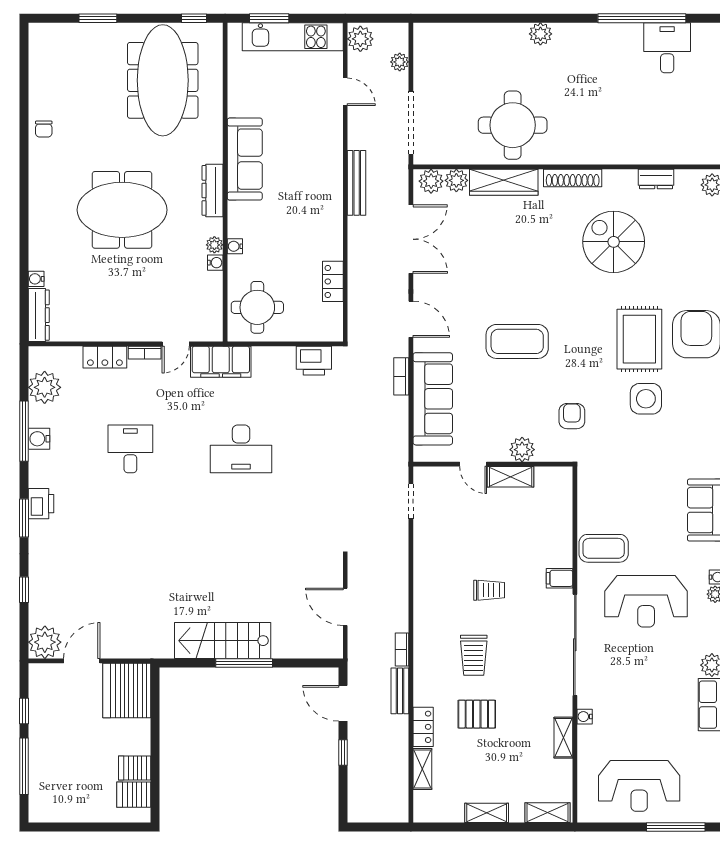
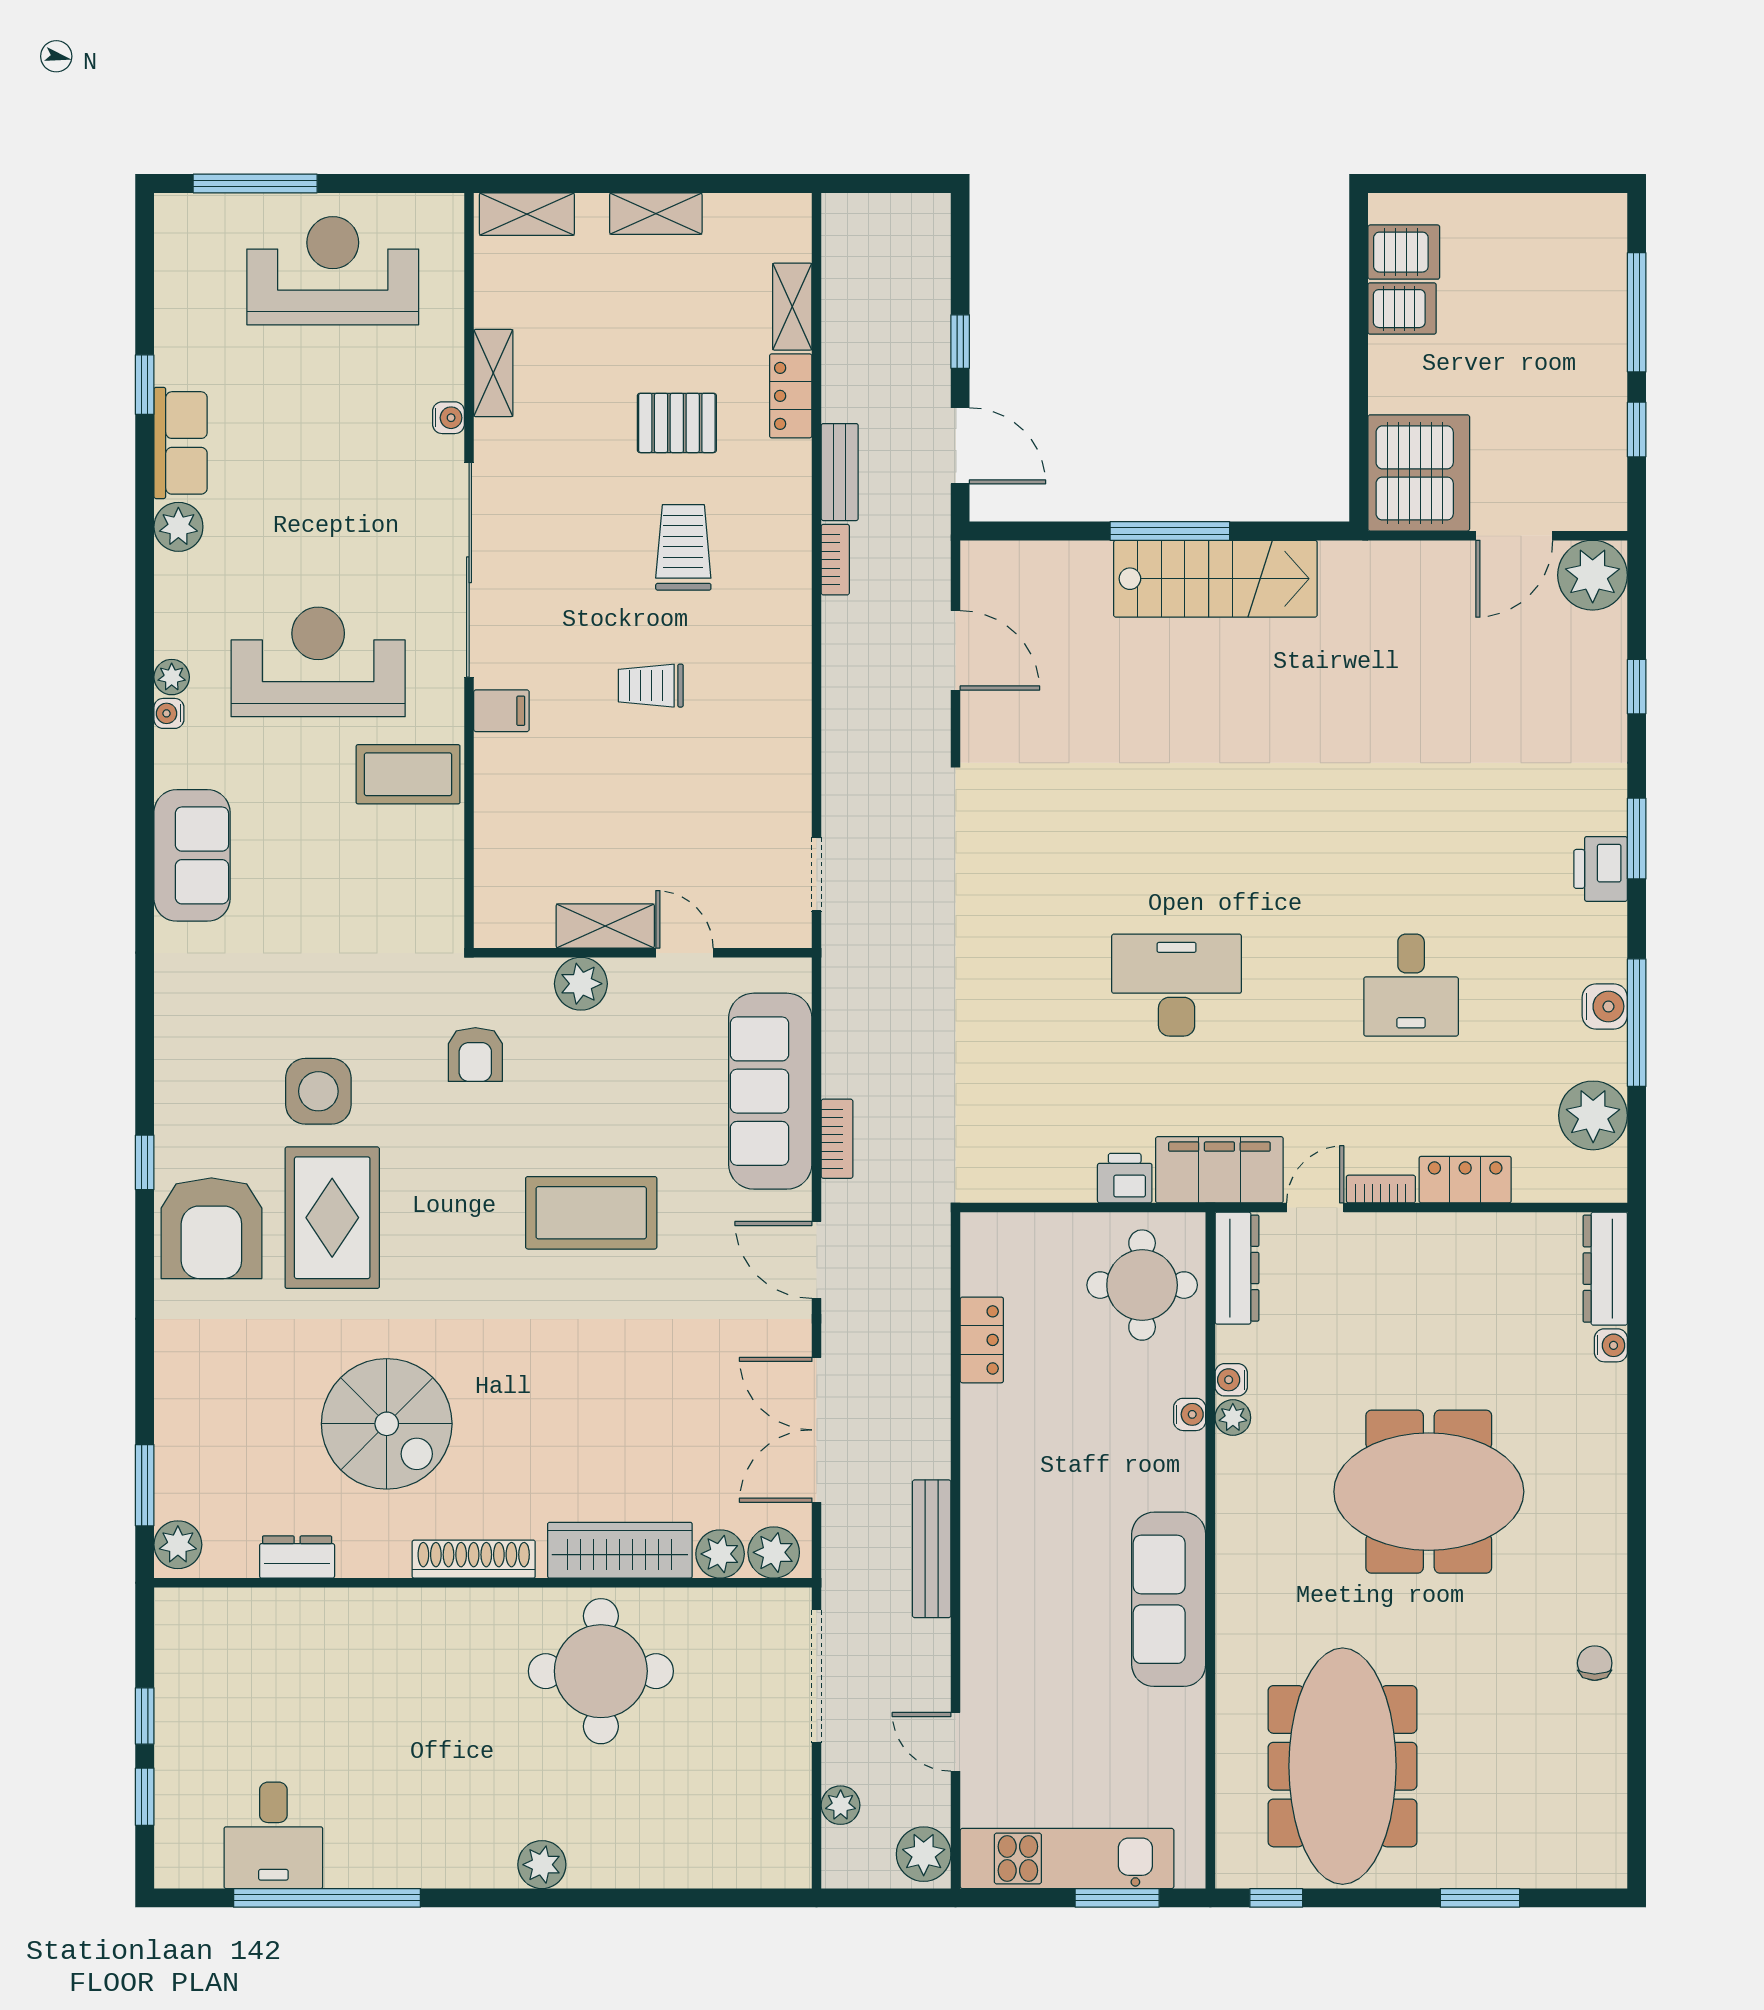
dresser: (213, 190) -> (1237, 1268), moved
printer: (314, 361) -> (1125, 1178), moved, width x0.73, depth x0.81

